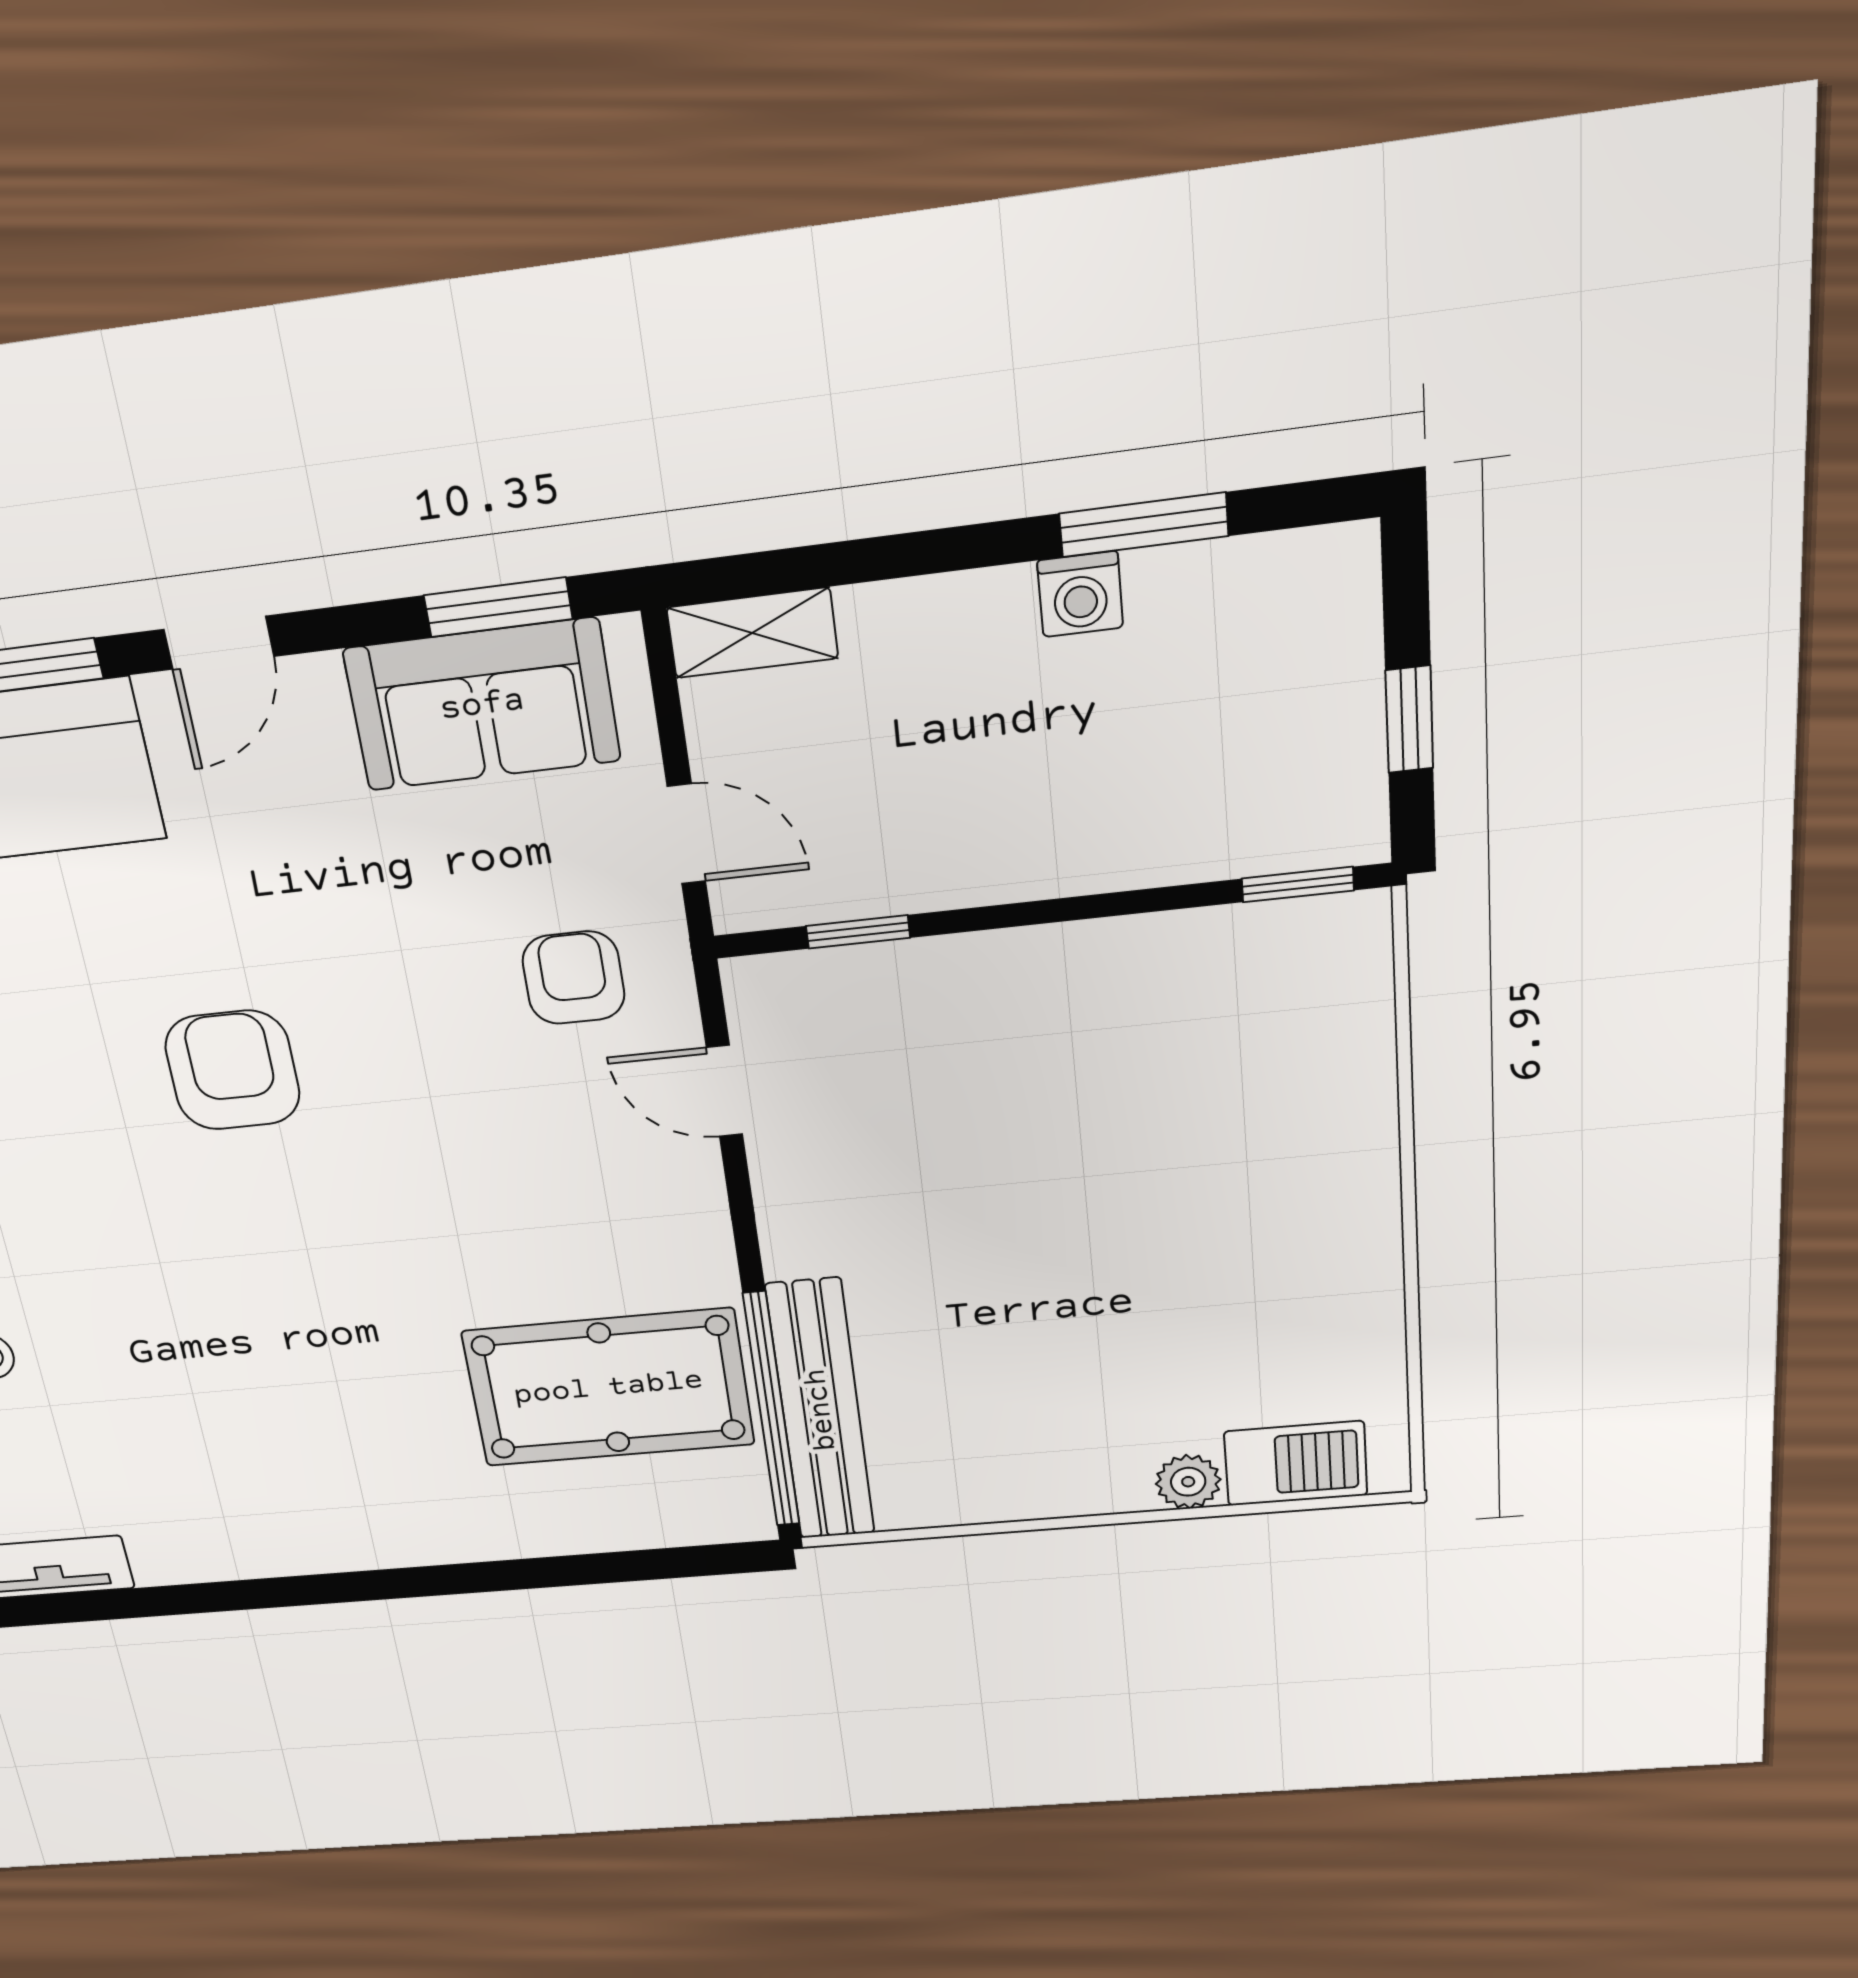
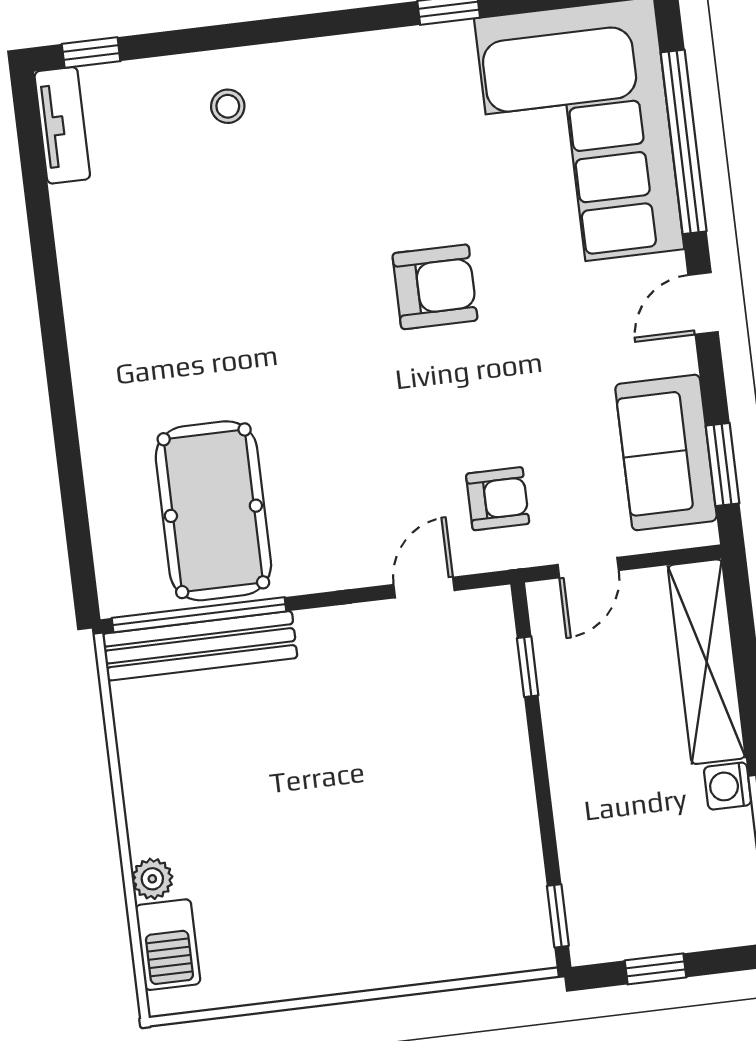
shelving: (752, 633) -> (707, 662), width x2.20, depth x1.33
door: (219, 643) -> (703, 303), hinge flipped

